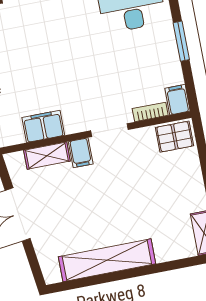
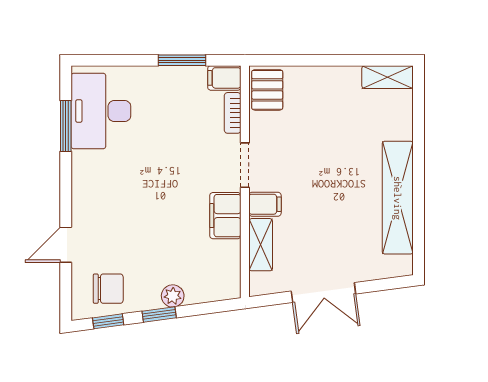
window: (181, 41) -> (182, 60), moved
filing cabinet: (43, 126) -> (225, 216), moved

